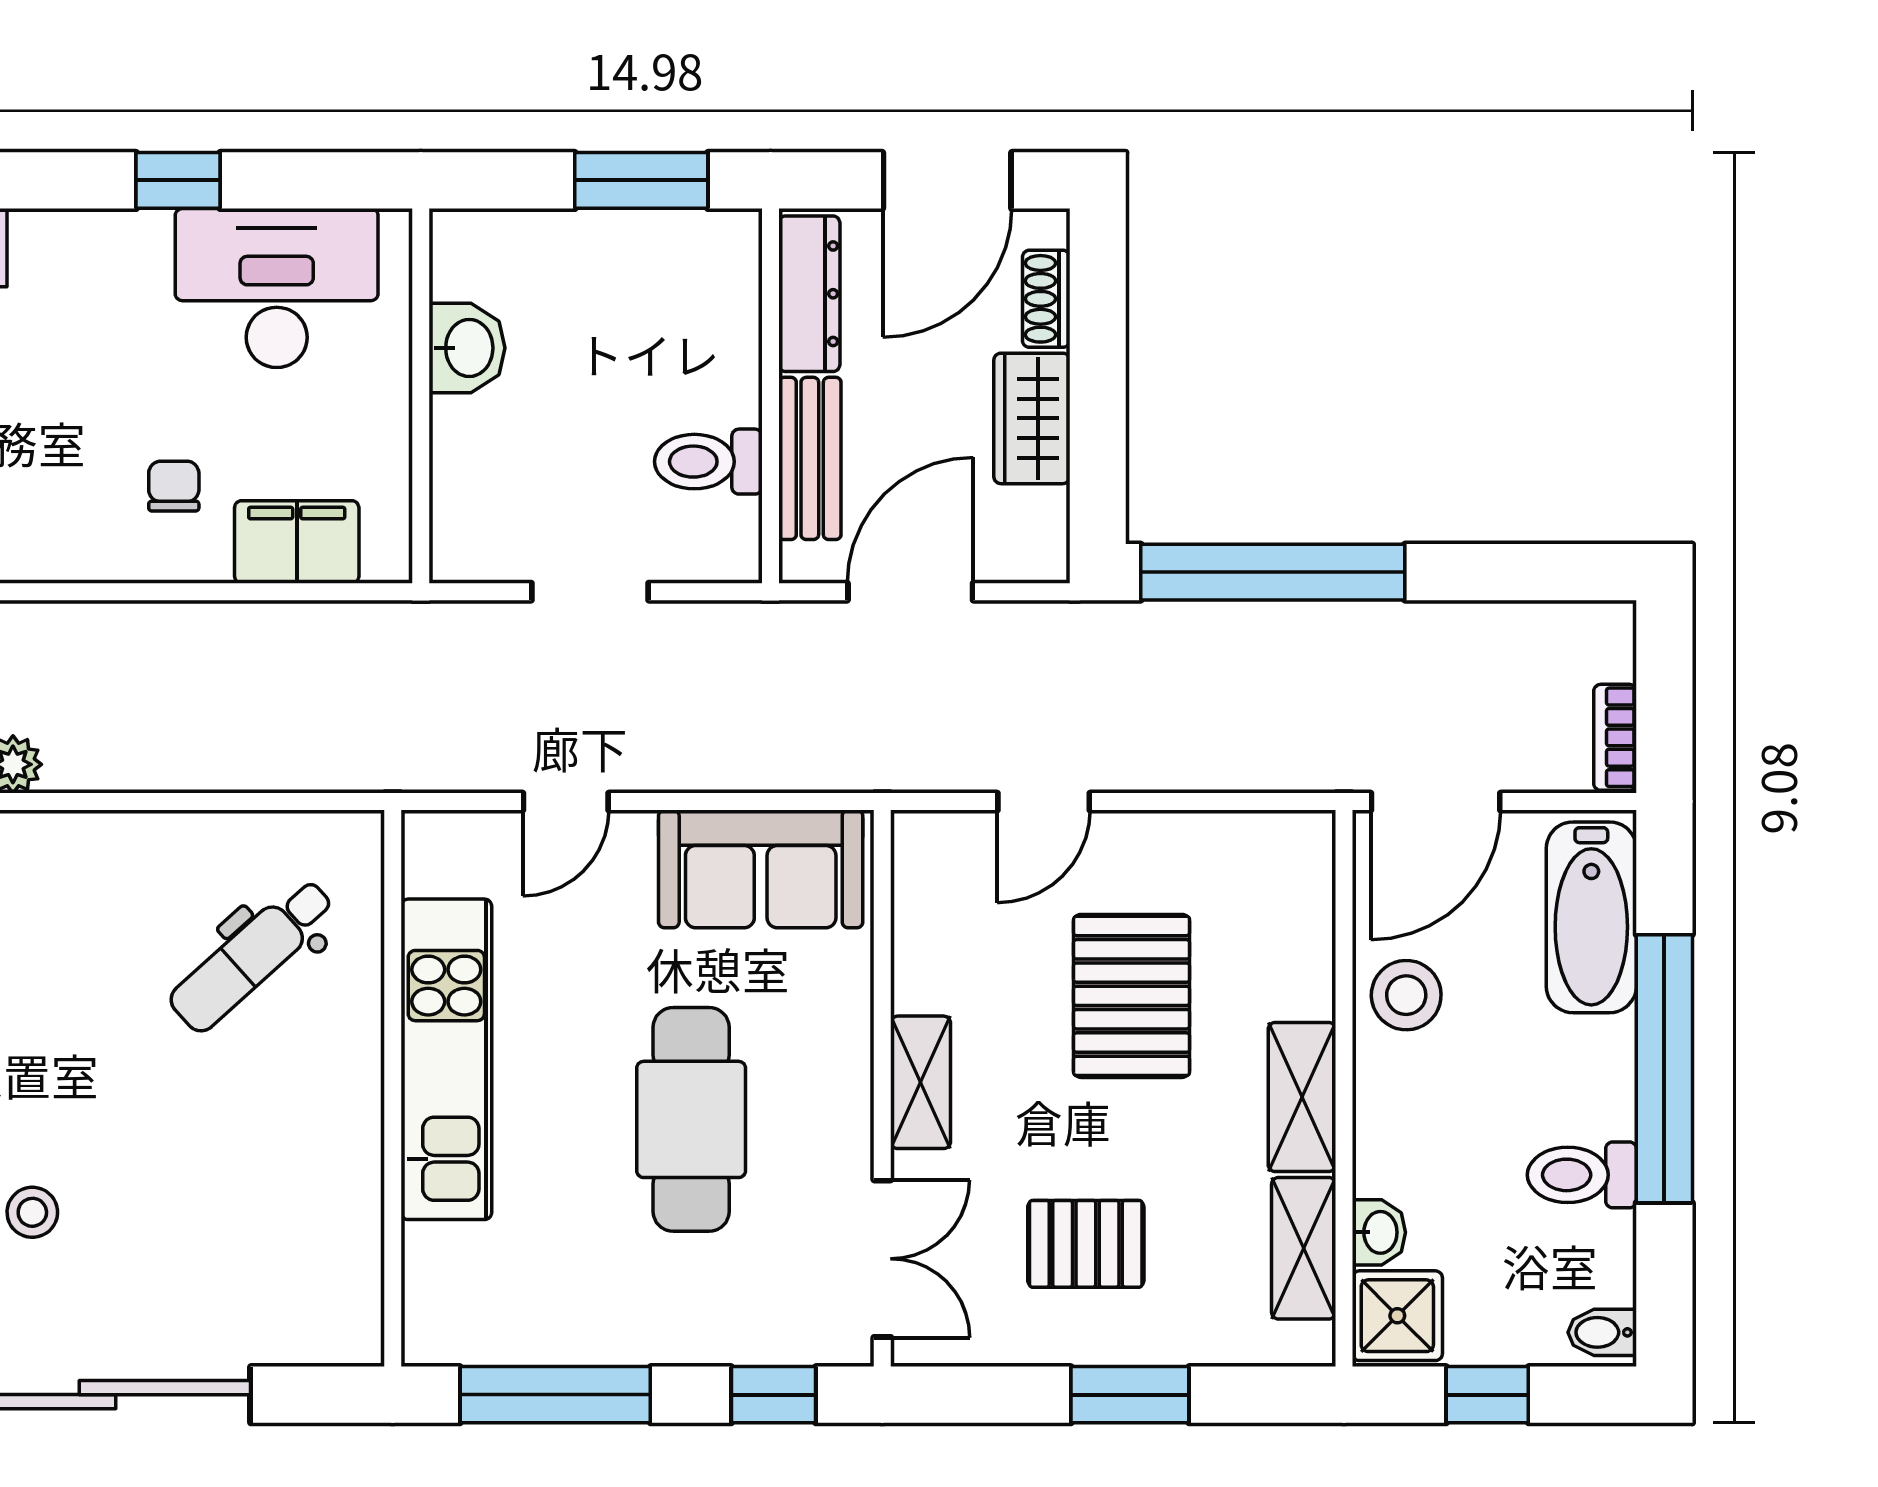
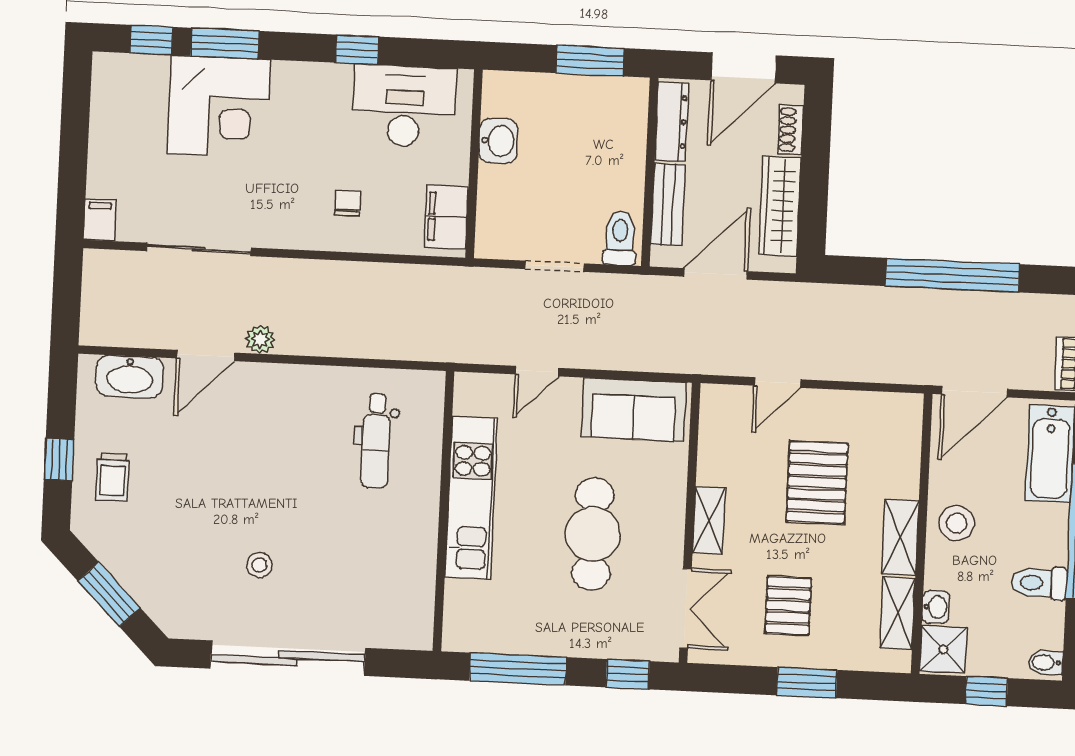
wardrobe: (1032, 418) -> (780, 206), width x1.50
toilet: (708, 462) -> (620, 238), moved, turned 90
filing cabinet: (297, 542) -> (446, 217), moved, turned -90
window: (1273, 572) -> (952, 275), moved
dental chair: (252, 955) -> (376, 441), turned -48
stool: (1406, 995) -> (956, 523), moved
pallet: (1086, 1244) -> (788, 606), turned 90

